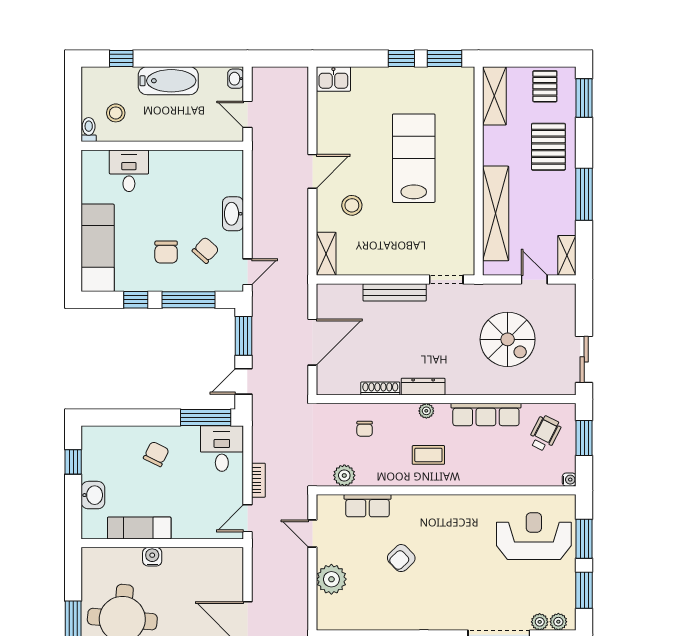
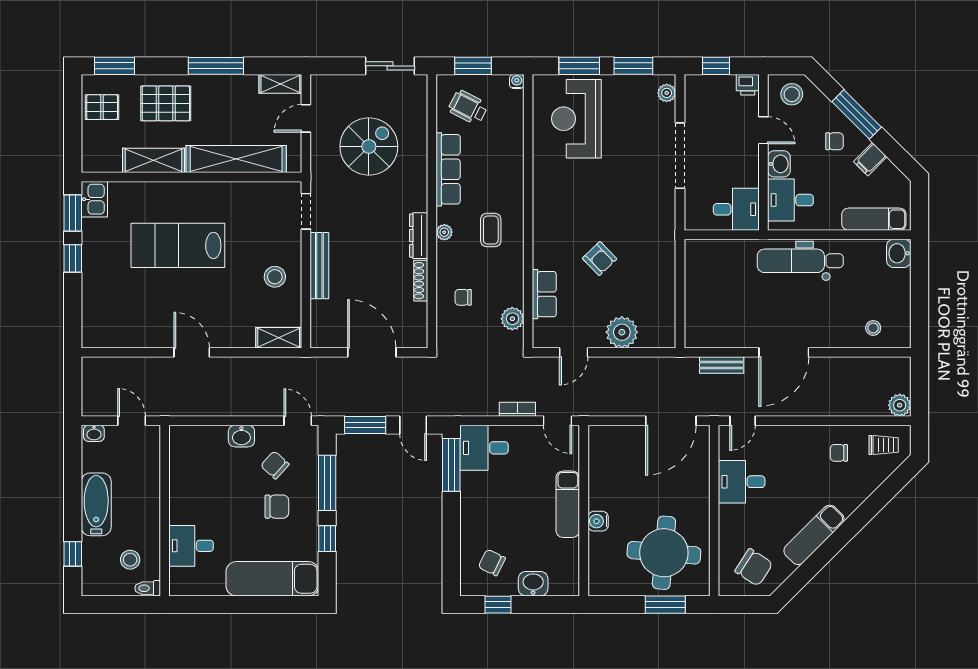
kitchen sink: (333, 79) -> (94, 199), moved
shelving: (494, 96) -> (154, 160), moved
door: (247, 114) -> (132, 421), swing flipped
stool: (352, 205) -> (275, 277), moved
washbasin: (233, 214) -> (241, 436), width x0.72
chair: (365, 429) -> (463, 297), turned 180
chair: (156, 454) -> (492, 563), moved
exam couch: (139, 528) -> (568, 504), moved
plant: (540, 622) -> (667, 113), removed

